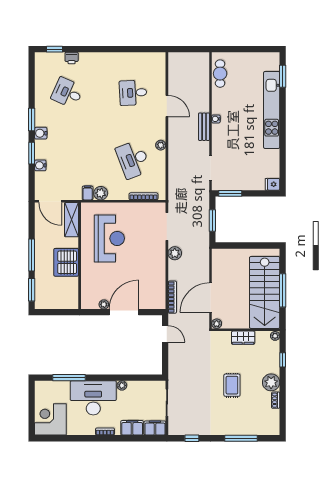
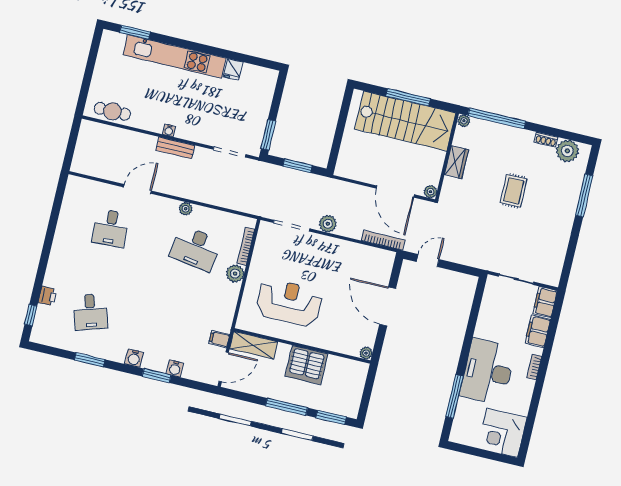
desk: (67, 93) -> (90, 312), turned -42
window: (32, 119) -> (90, 360), moved
desk: (133, 159) -> (196, 248), turned 30
fridge: (272, 184) -> (233, 69), moved
filing cabinet: (88, 193) -> (219, 339), moved
plant: (101, 193) -> (235, 274), moved
plant: (104, 304) -> (366, 353), moved
window: (283, 360) -> (497, 118), width x3.17
plant: (271, 382) -> (567, 151), moved
plant: (122, 385) -> (481, 331), removed
rug: (232, 385) -> (514, 191), turned 90
window: (192, 438) -> (569, 258), removed

